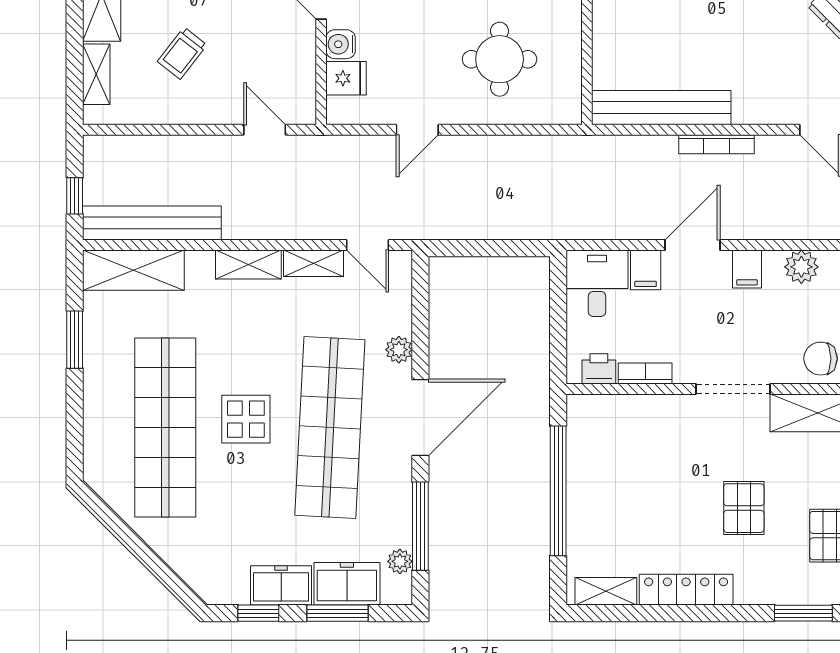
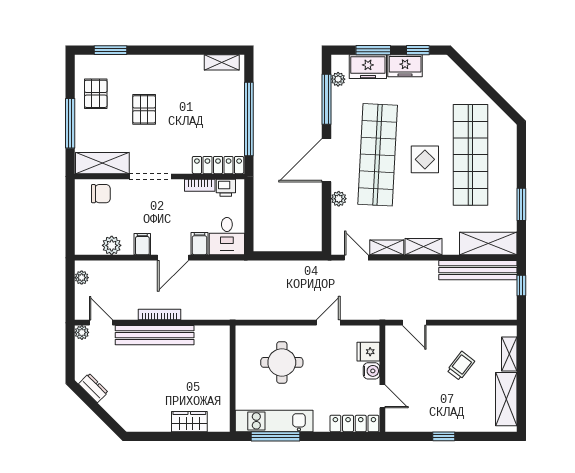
bench: (661, 108) -> (155, 335), moved
locker: (686, 590) -> (218, 165), moved, turned 180

